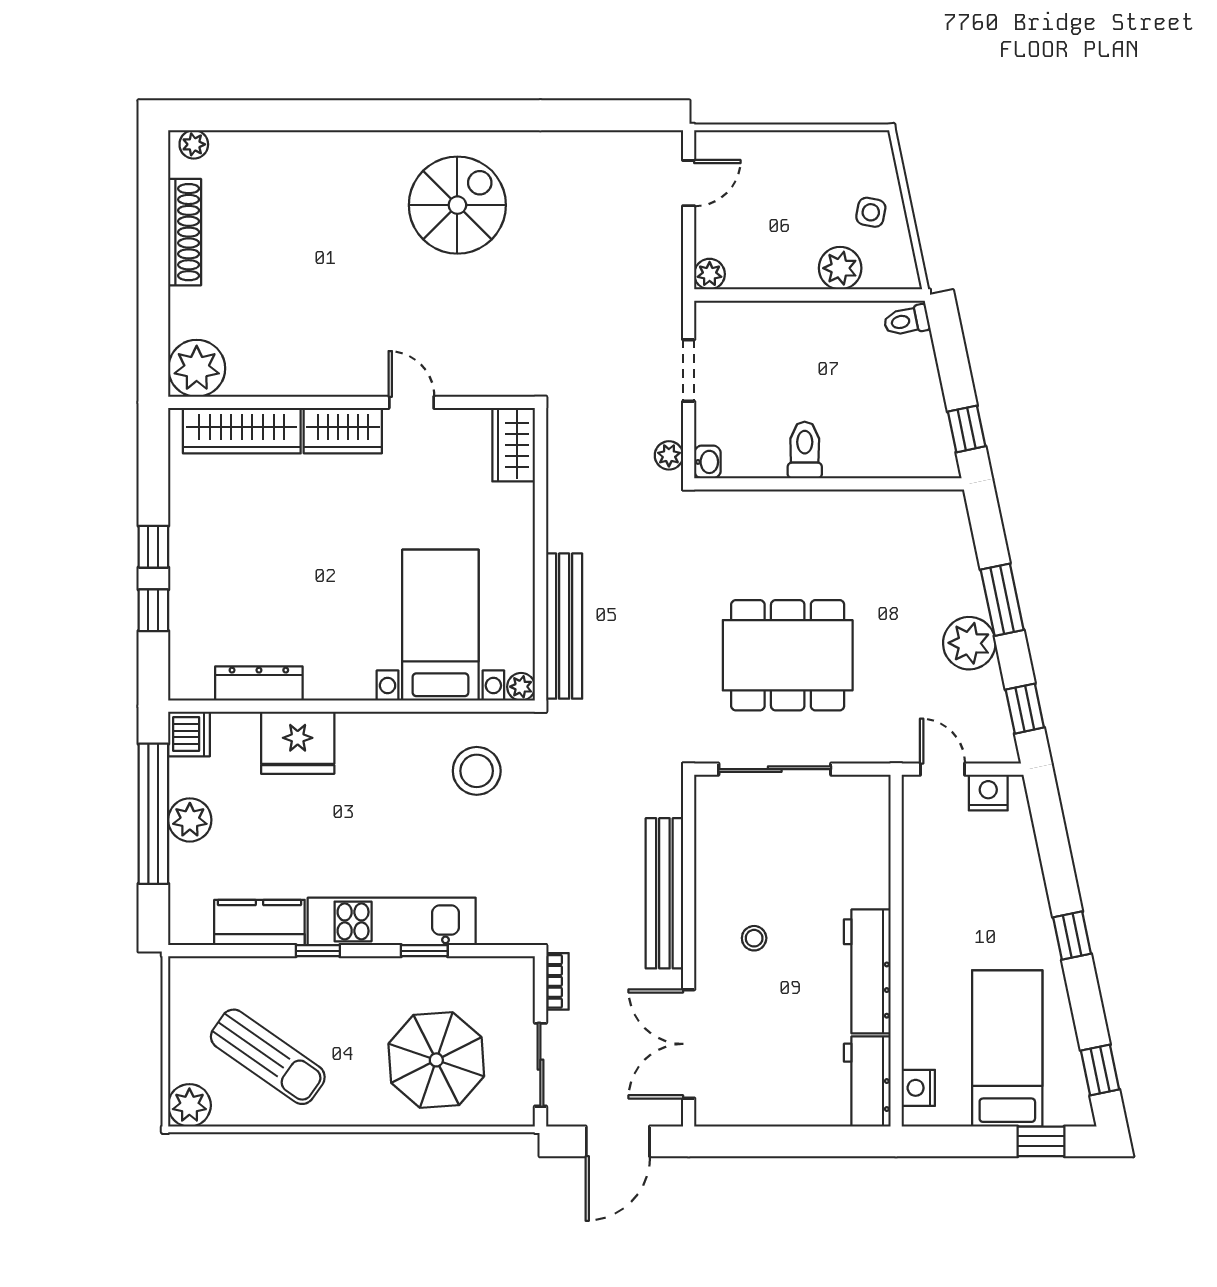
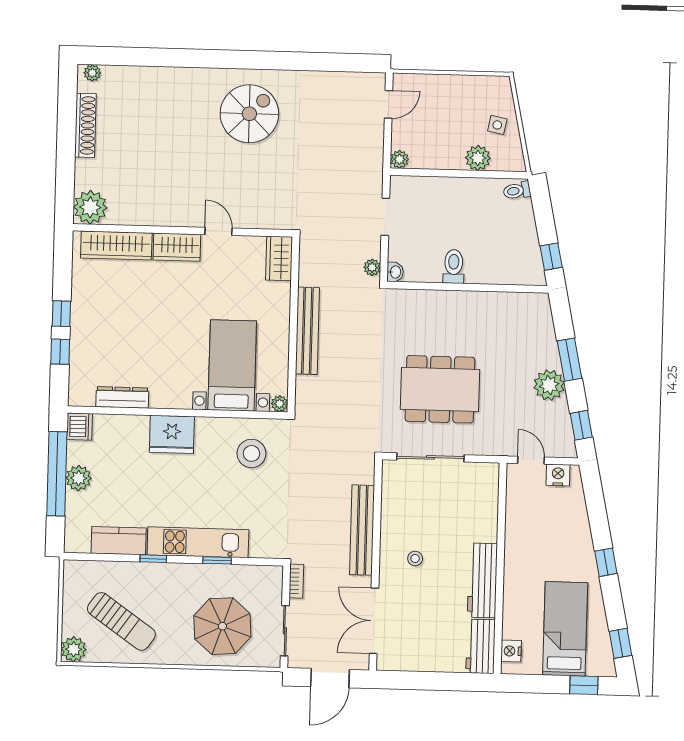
bench: (564, 626) -> (307, 331), moved
fridge: (298, 743) -> (172, 434), moved

